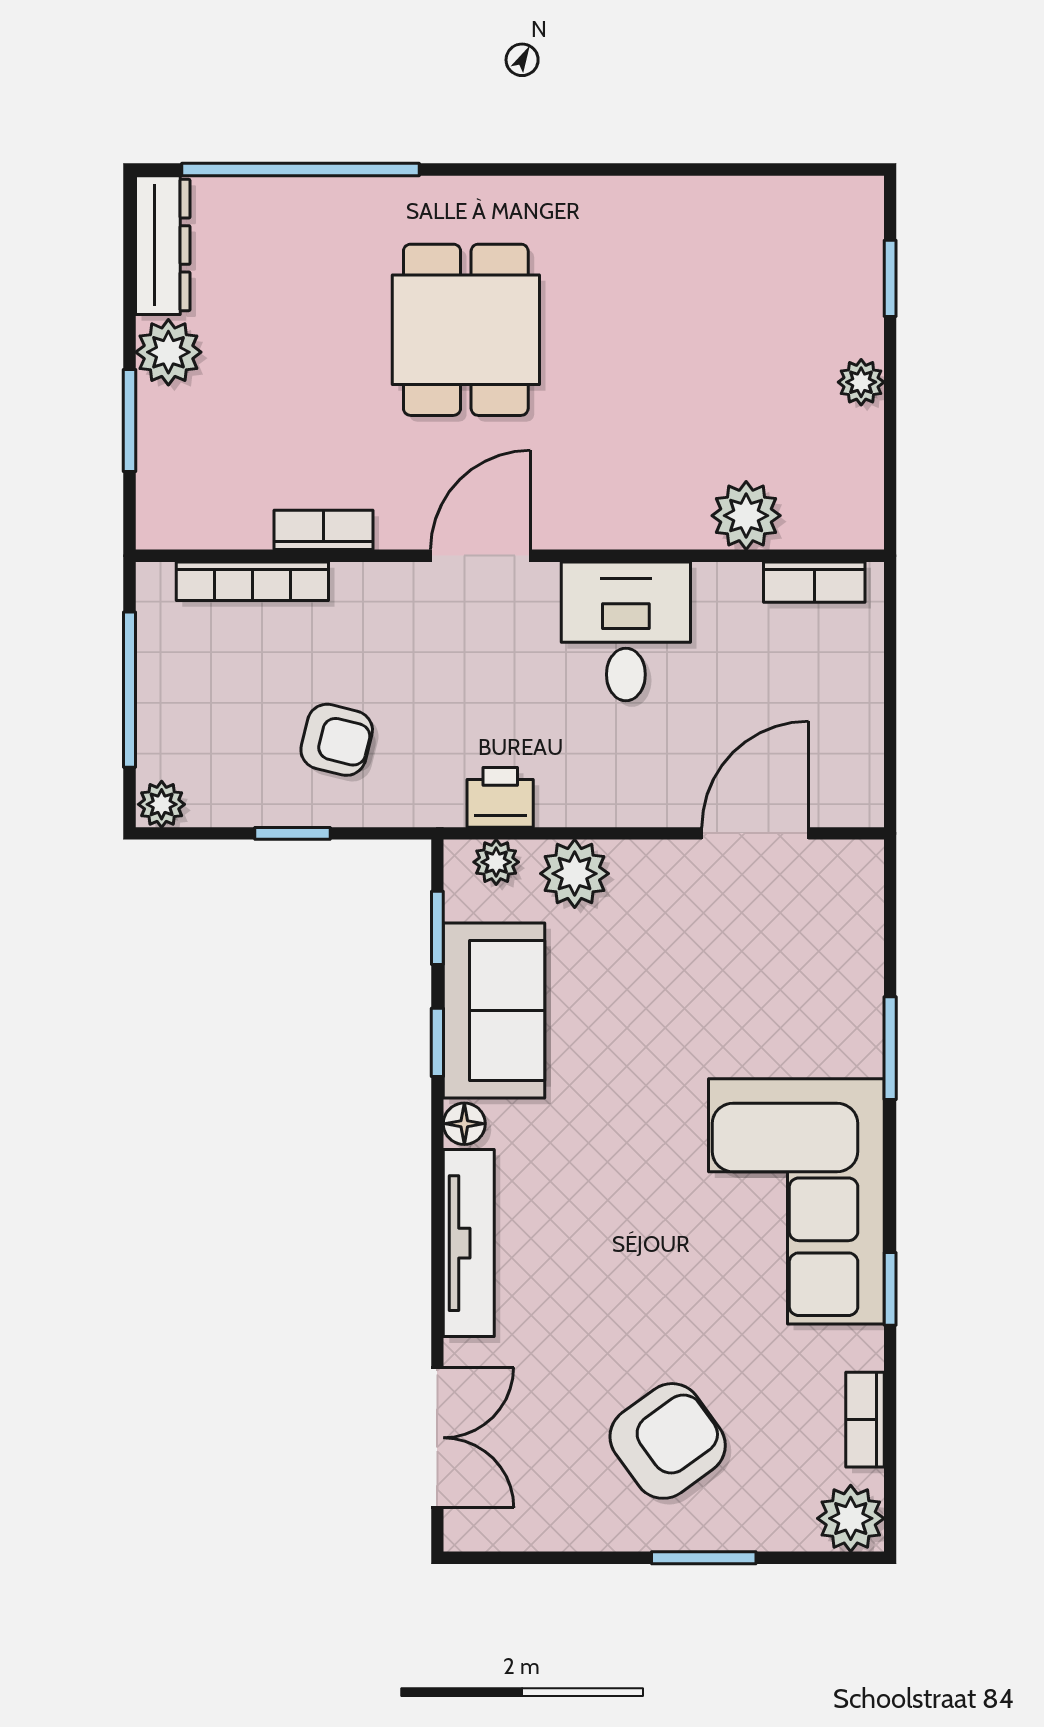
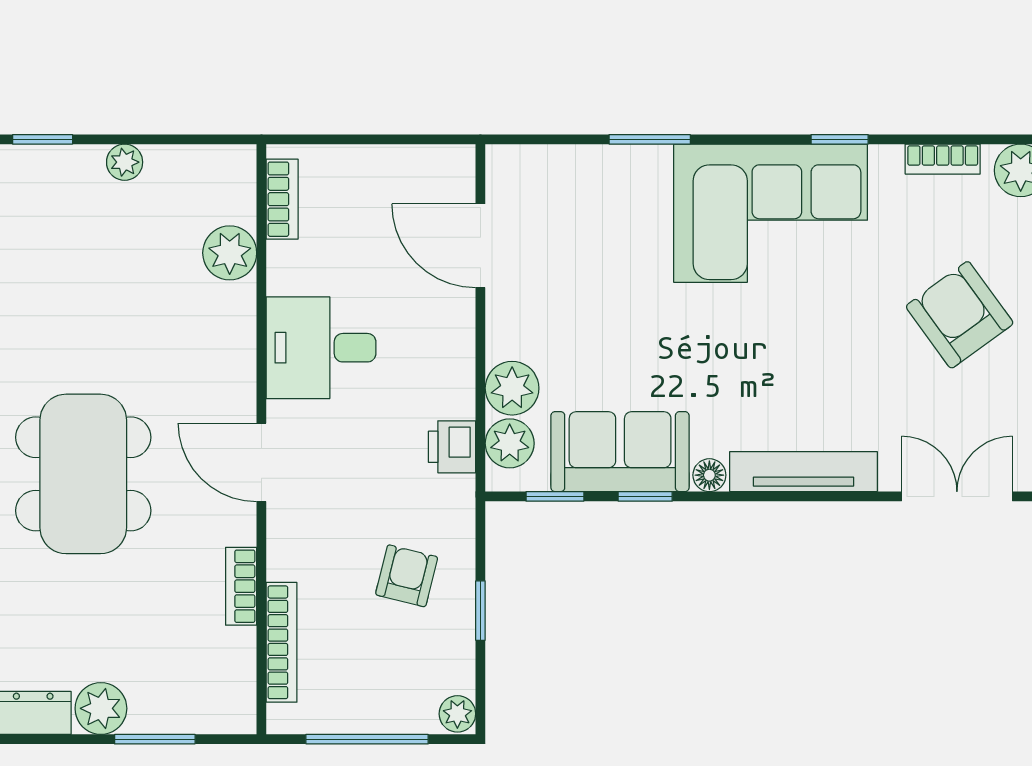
dining table: (466, 330) -> (83, 474), width x1.38
plant: (496, 862) -> (510, 443), width x1.38, depth x1.38

